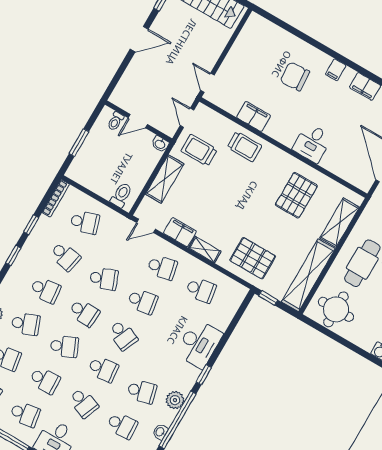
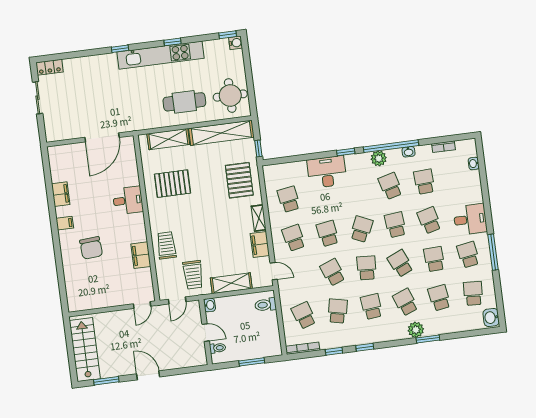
school desk: (83, 403) -> (429, 220), turned -36

